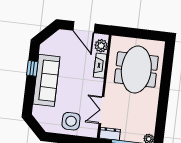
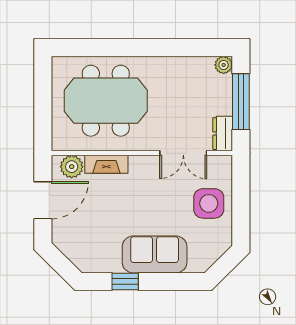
sofa: (46, 80) -> (155, 254), width x0.73

